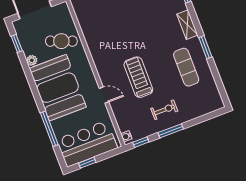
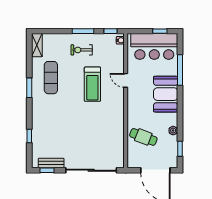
shelving: (187, 25) -> (37, 45), moved
booth: (58, 88) -> (166, 94), width x0.73, depth x0.70

